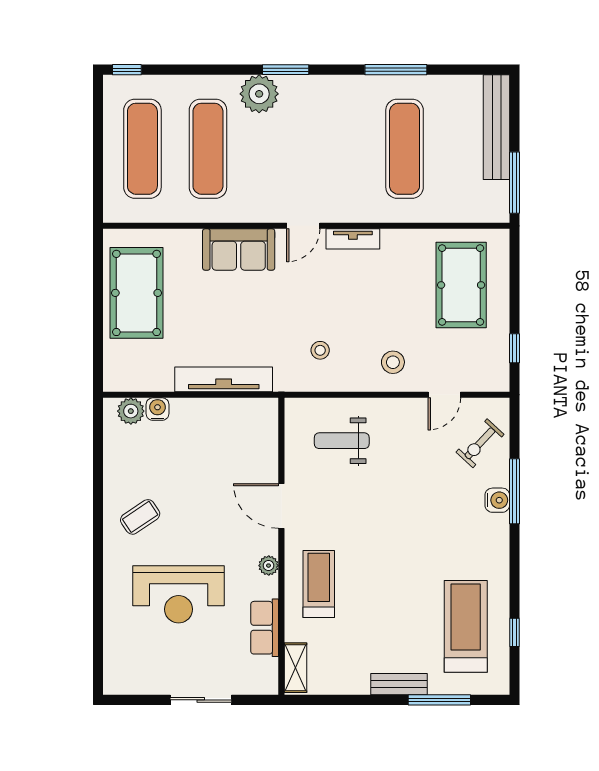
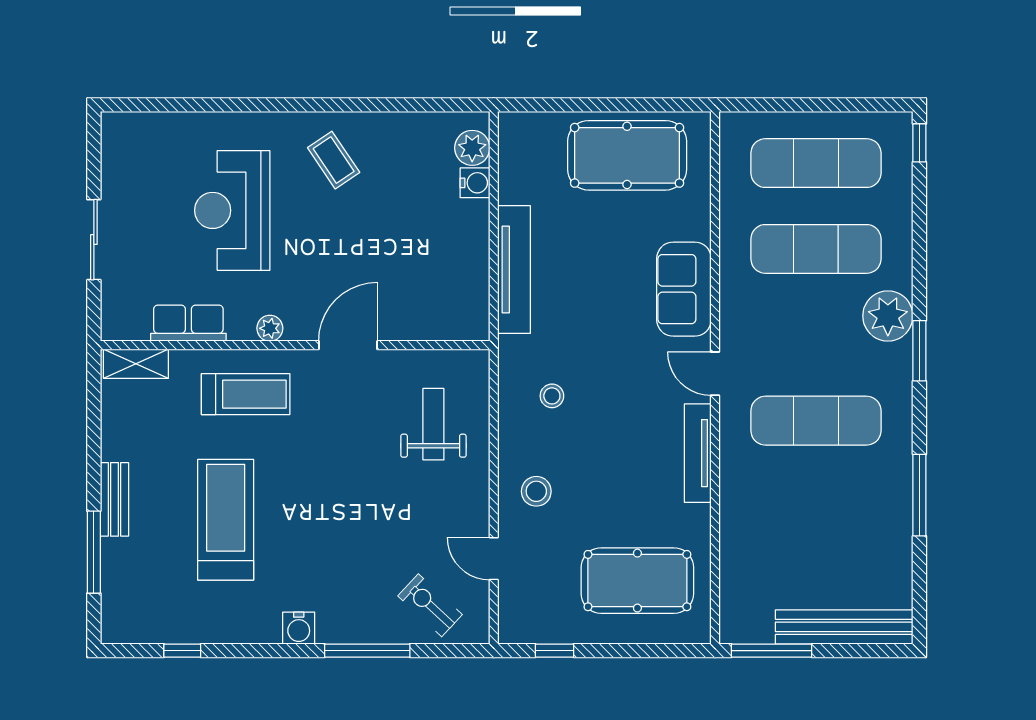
exercise mat: (405, 149) -> (816, 421), moved
tv unit: (353, 239) -> (698, 453), width x1.41
water cooler: (497, 500) -> (299, 628), moved
treadmill: (466, 626) -> (226, 520), moved, turned -90

